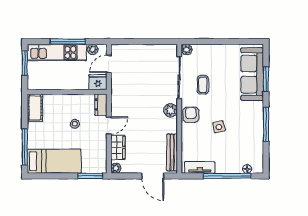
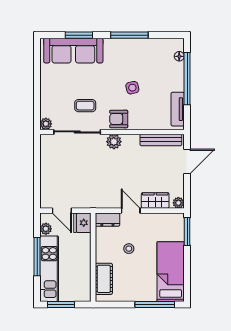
cot: (35, 108) -> (104, 279), moved, turned 90

